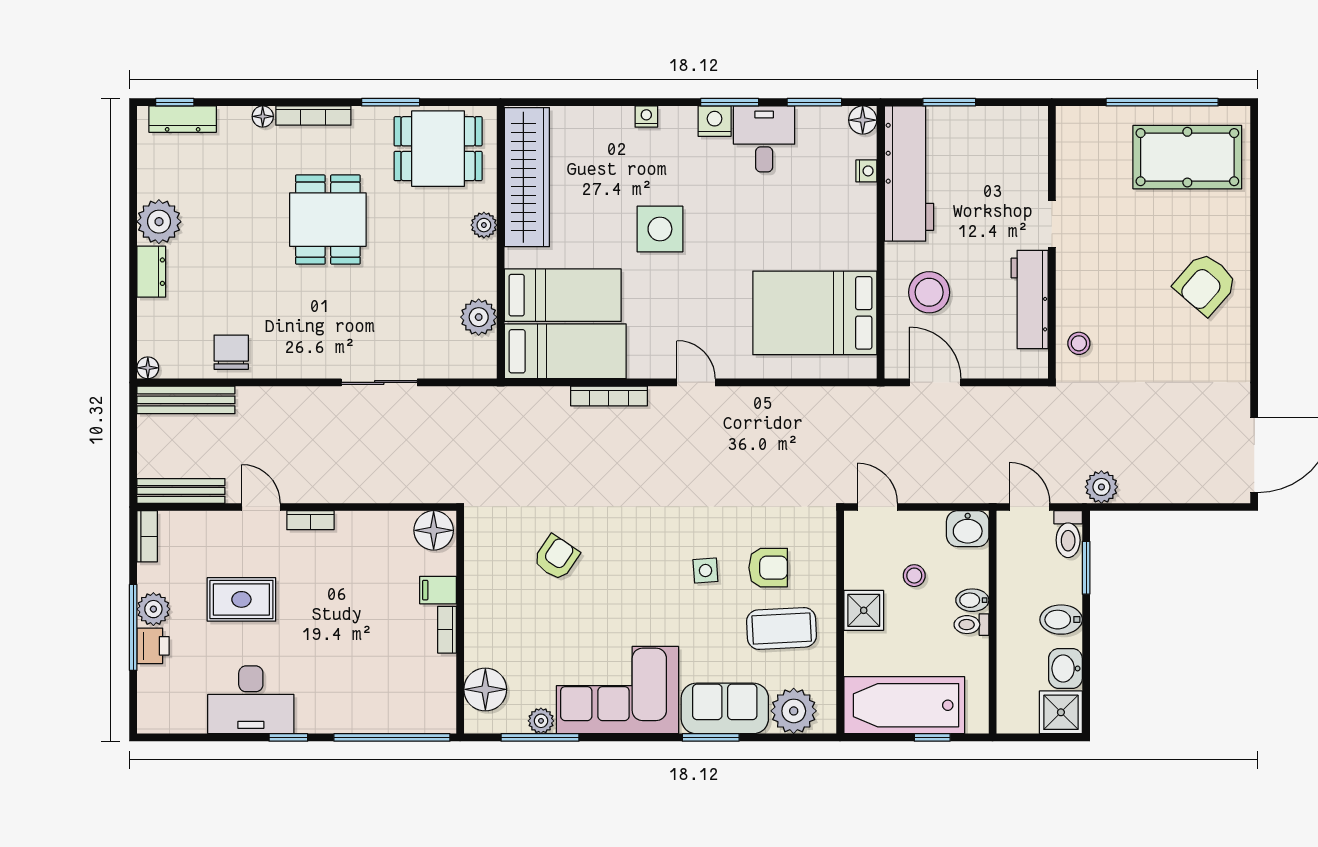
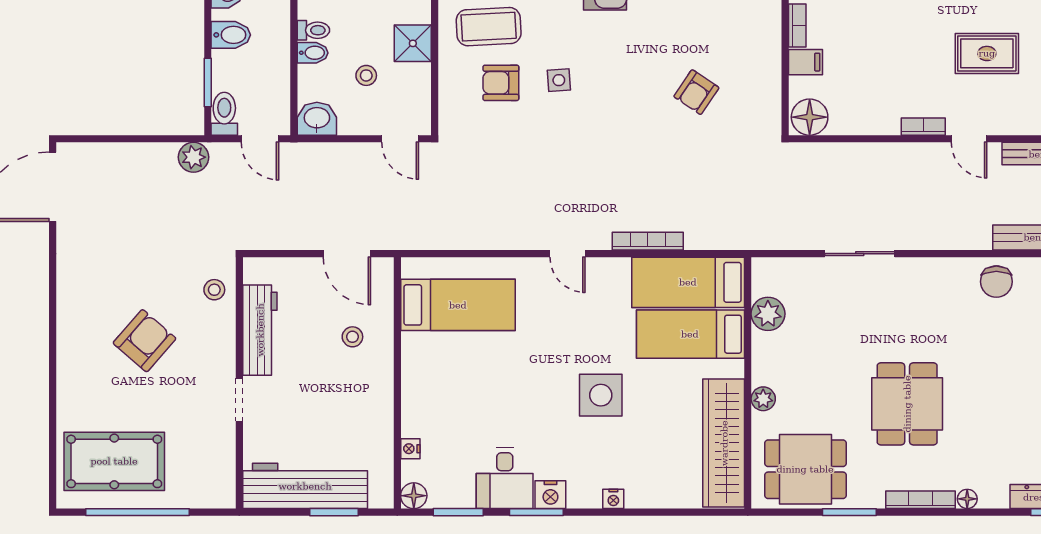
workbench: (909, 174) -> (305, 486), moved, turned 90
armchair: (1205, 284) -> (144, 341), moved
stool: (929, 292) -> (352, 337), width x0.53, depth x0.53
bed: (815, 313) -> (458, 305), width x0.67

